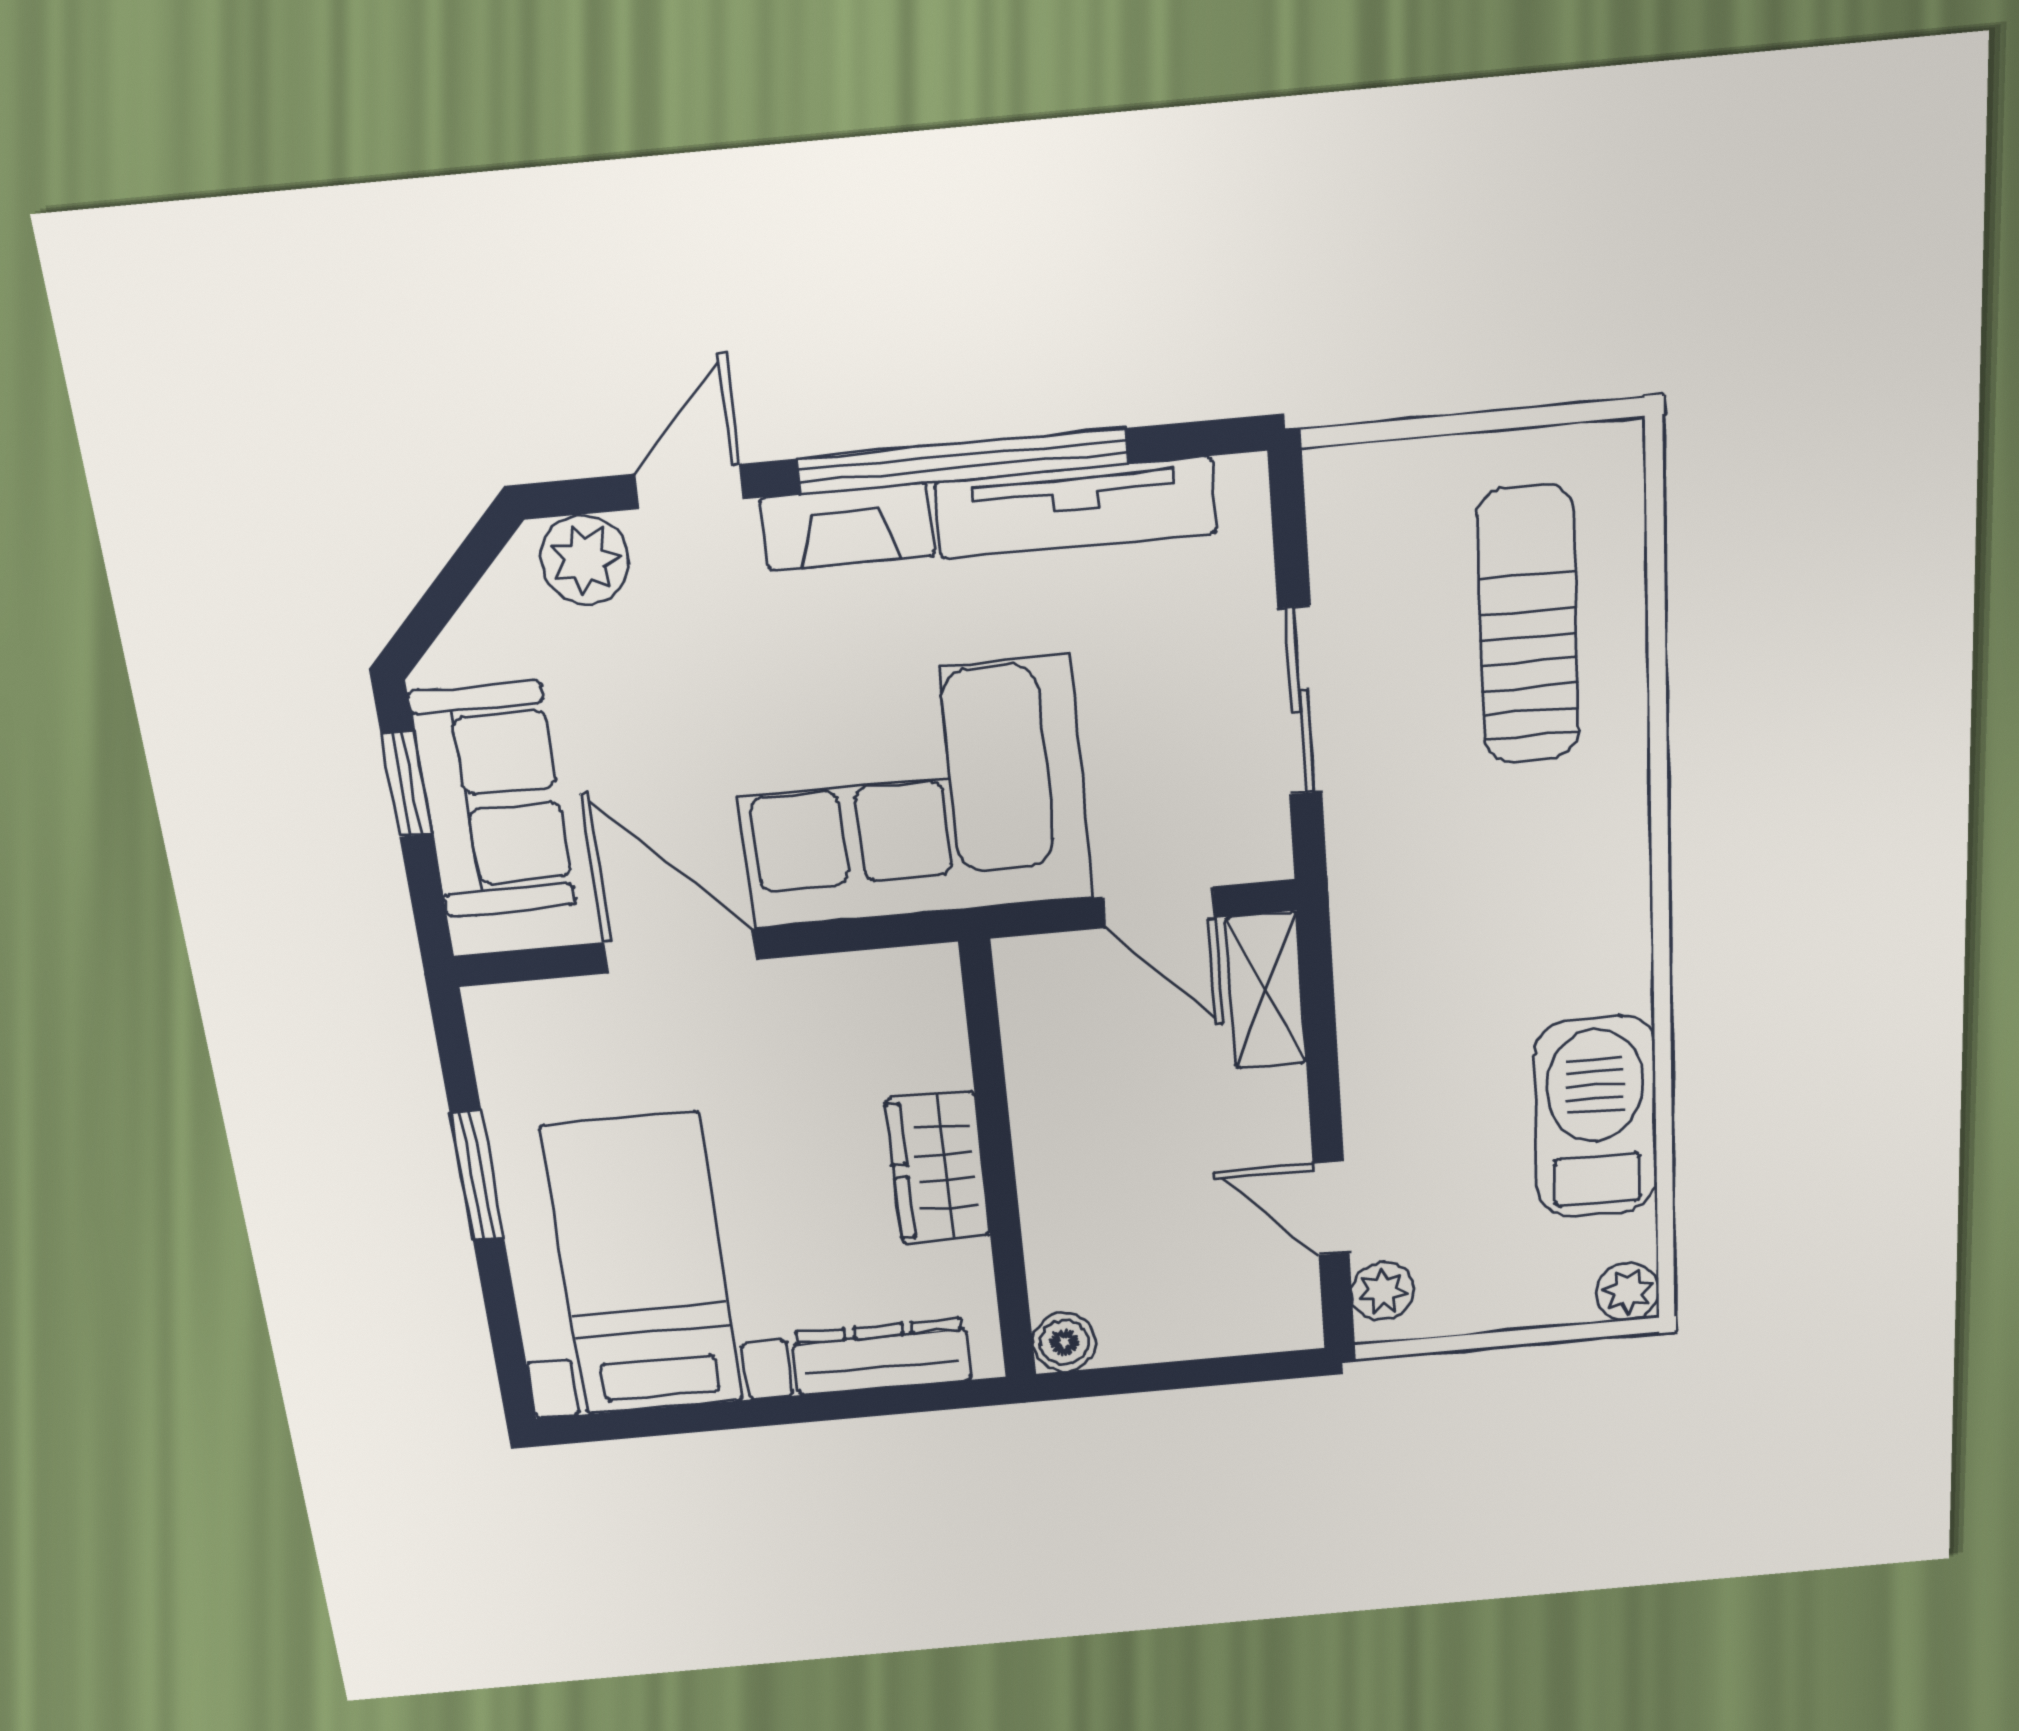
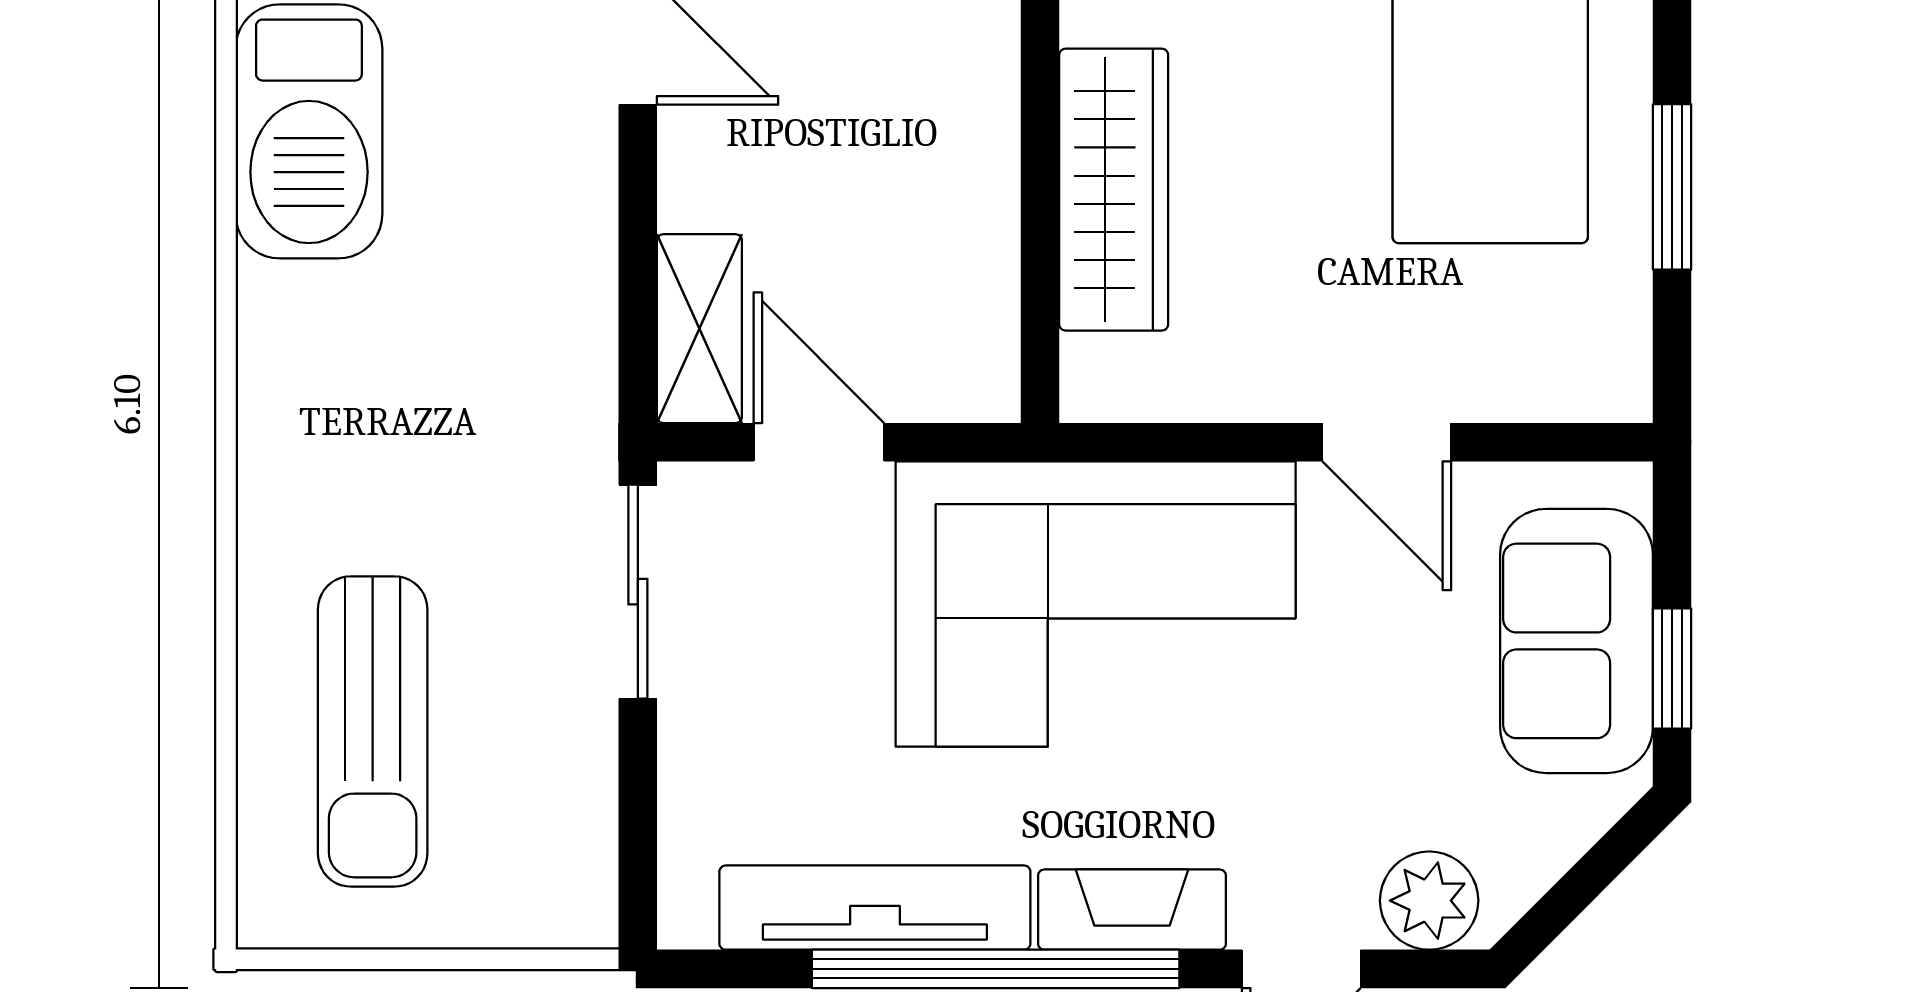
sliding door: (1300, 701) -> (638, 592), moved
door: (680, 951) -> (1387, 442), width x0.73
wardrobe: (938, 1168) -> (1114, 190), width x1.50

